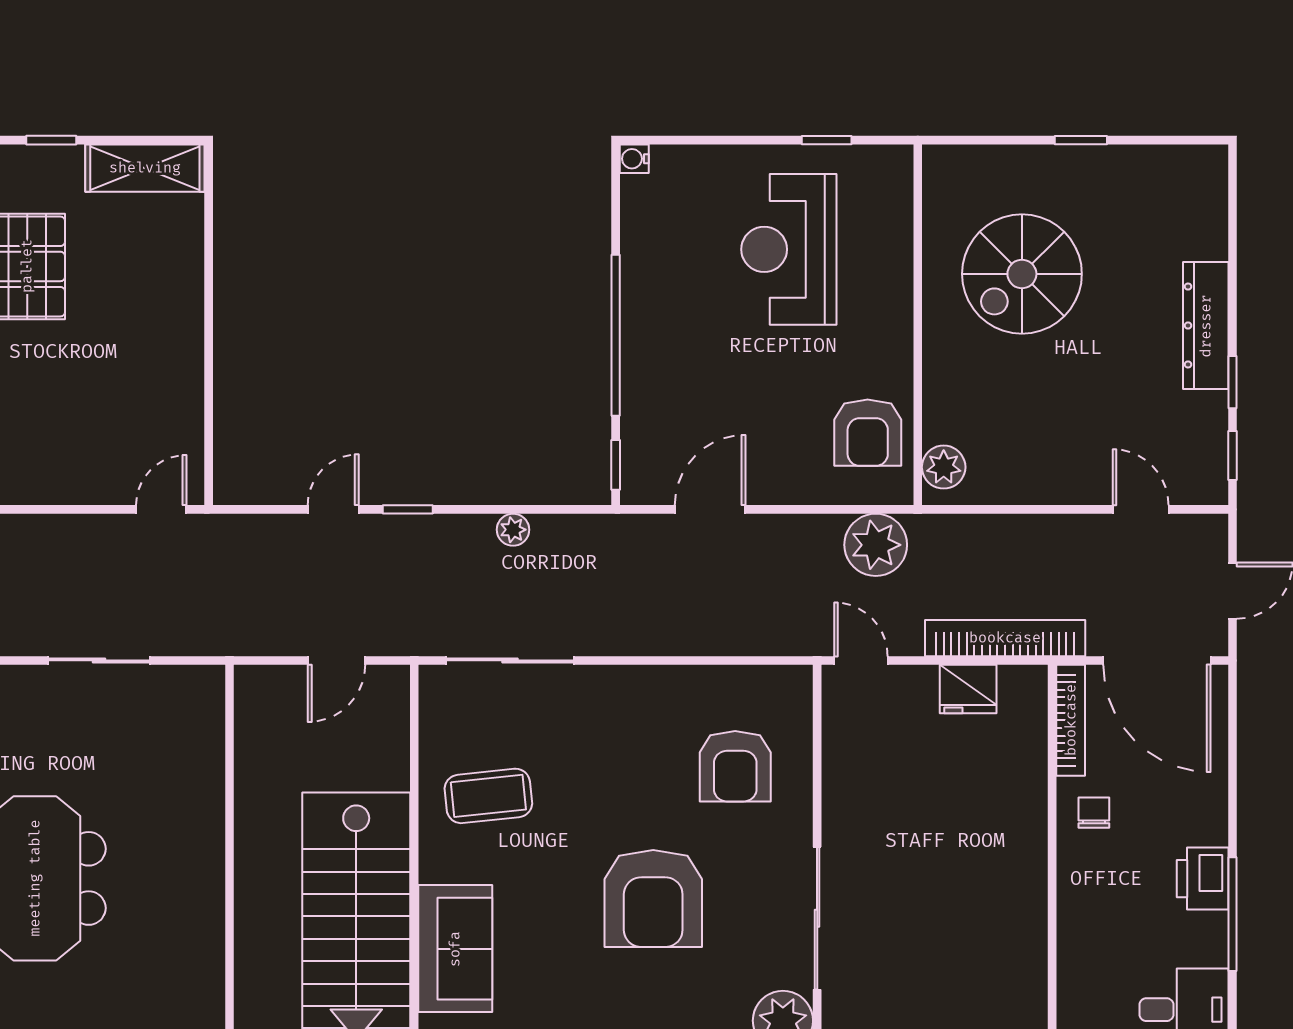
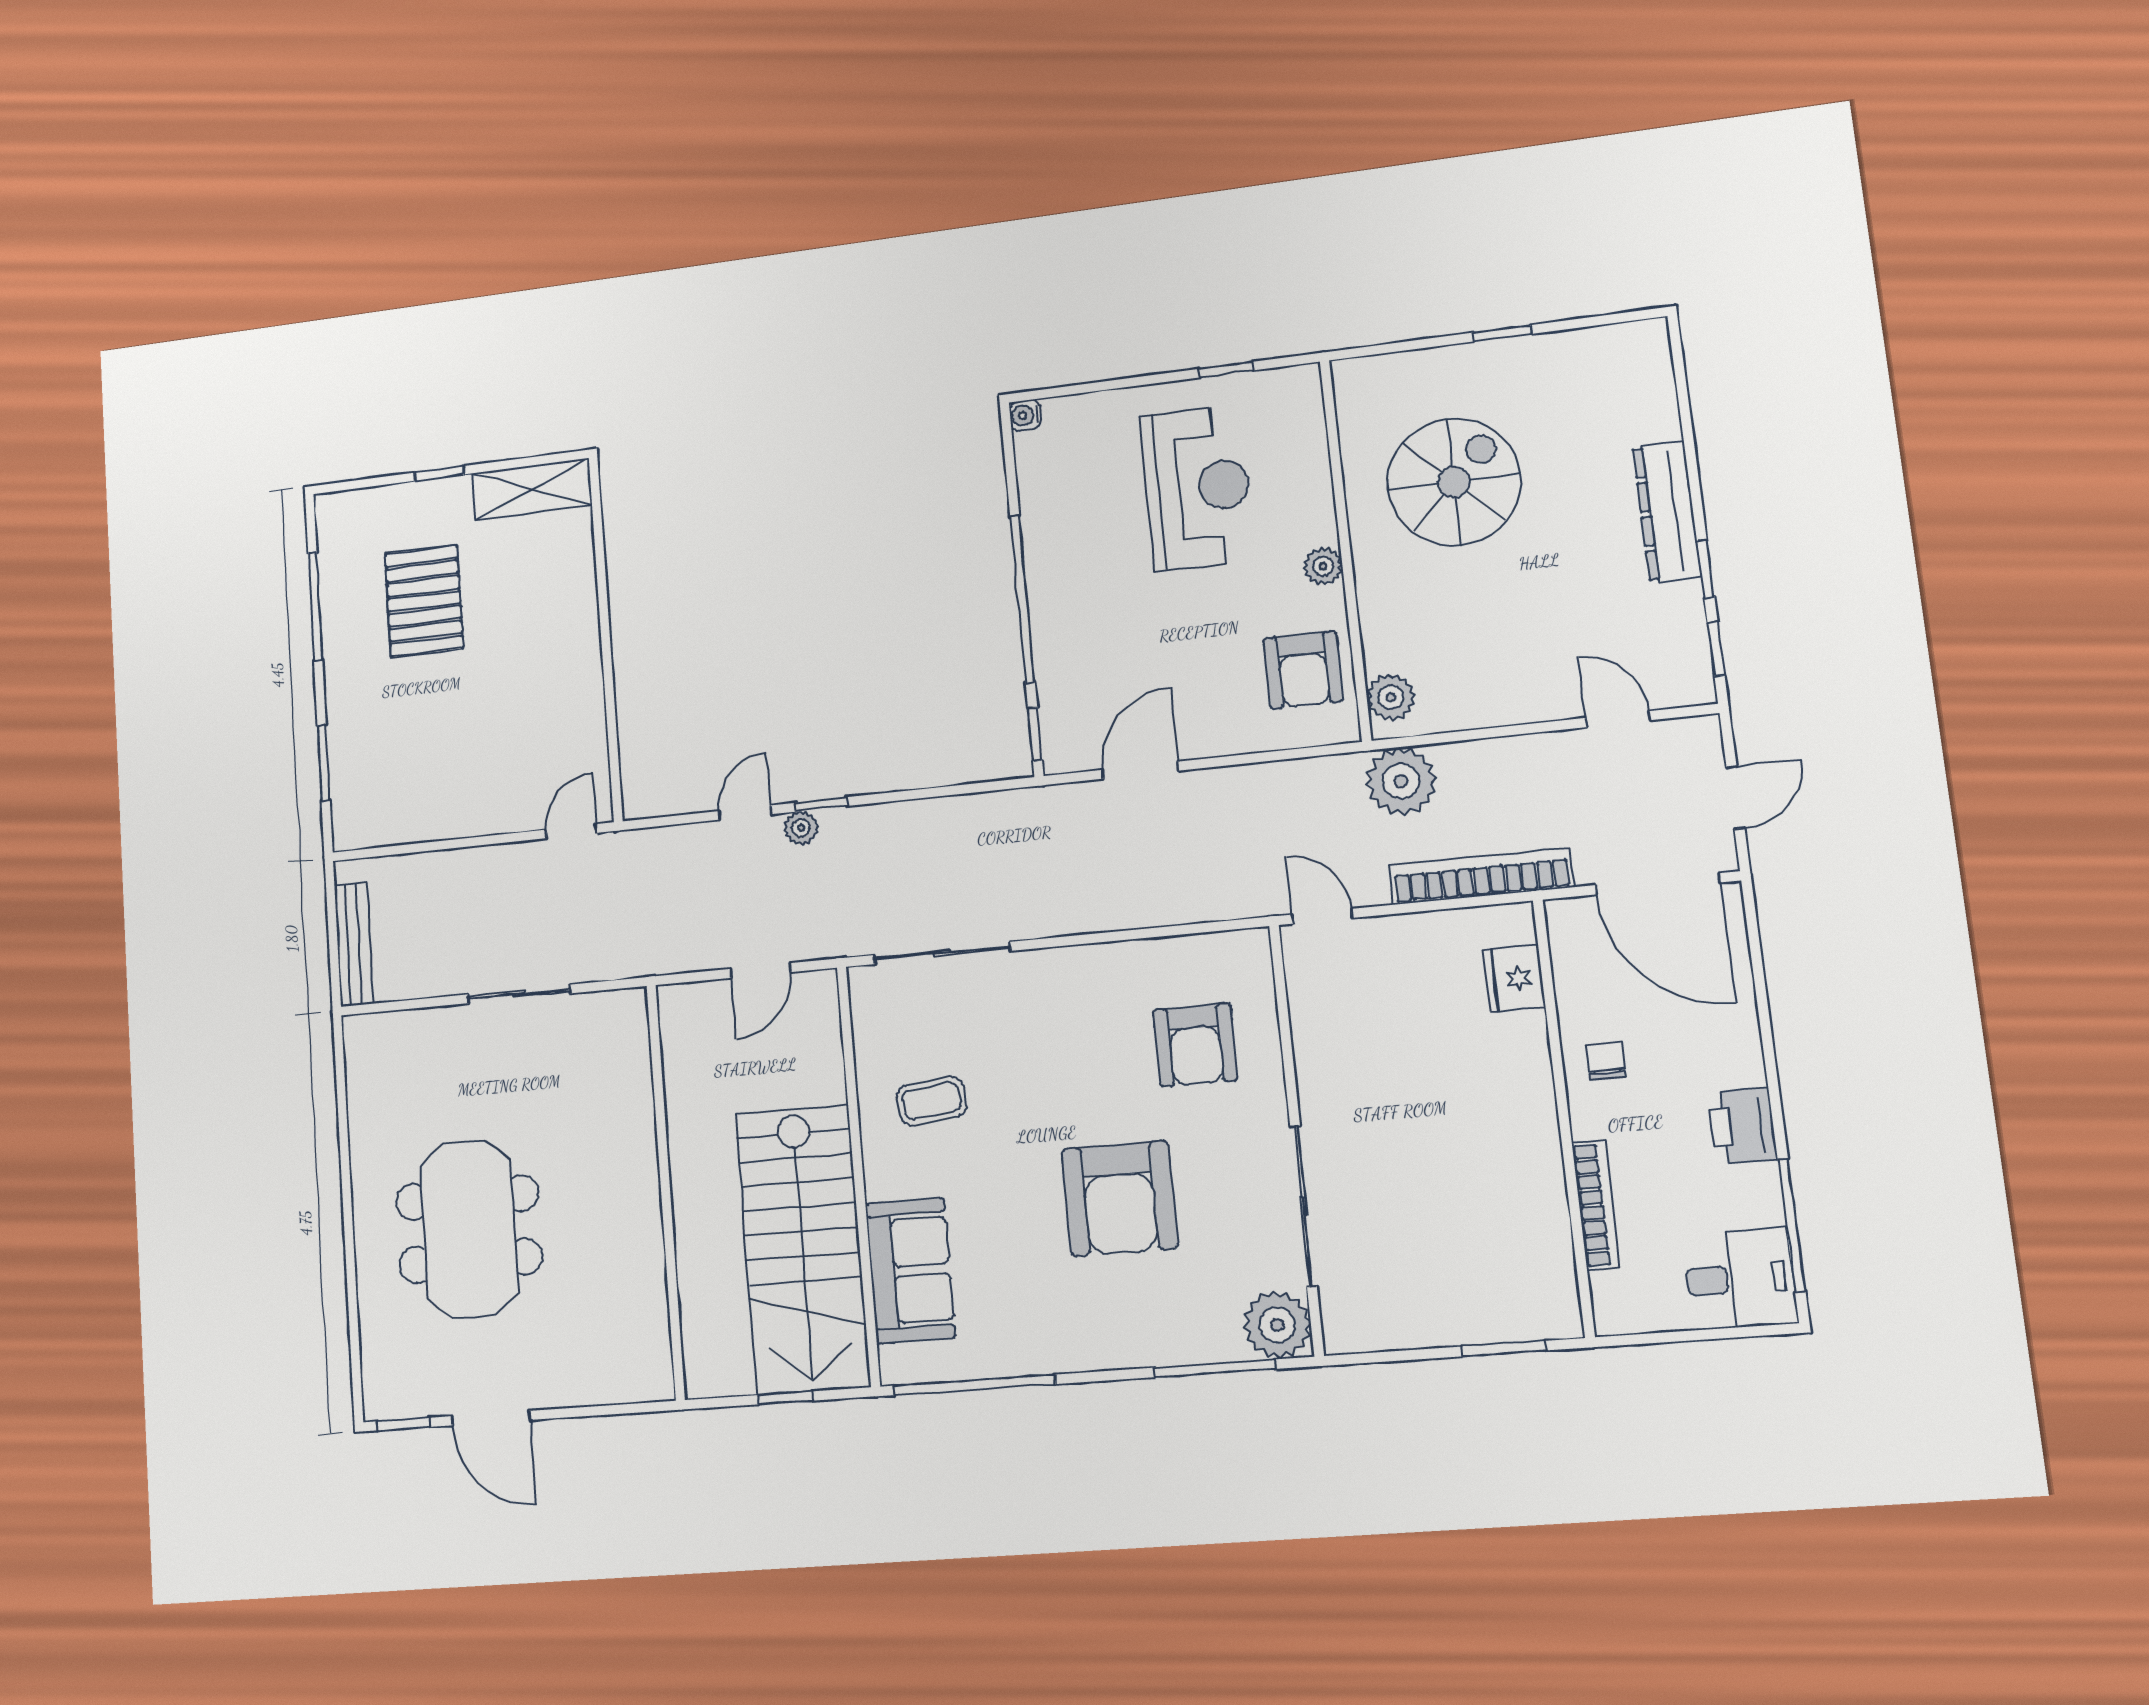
reception desk: (789, 249) -> (1197, 488), turned 180
spiral stairs: (1022, 274) -> (1454, 482), turned 180
plant: (896, 338) -> (1323, 566), added
plant: (513, 530) -> (801, 828), moved
plant: (876, 545) -> (1401, 781), moved
fridge: (968, 689) -> (1514, 978), moved, turned 90
bookcase: (1071, 720) -> (1596, 1205), moved
coffee table: (488, 796) -> (931, 1101), width x0.73, depth x0.77
window: (1233, 914) -> (1792, 1225), moved

